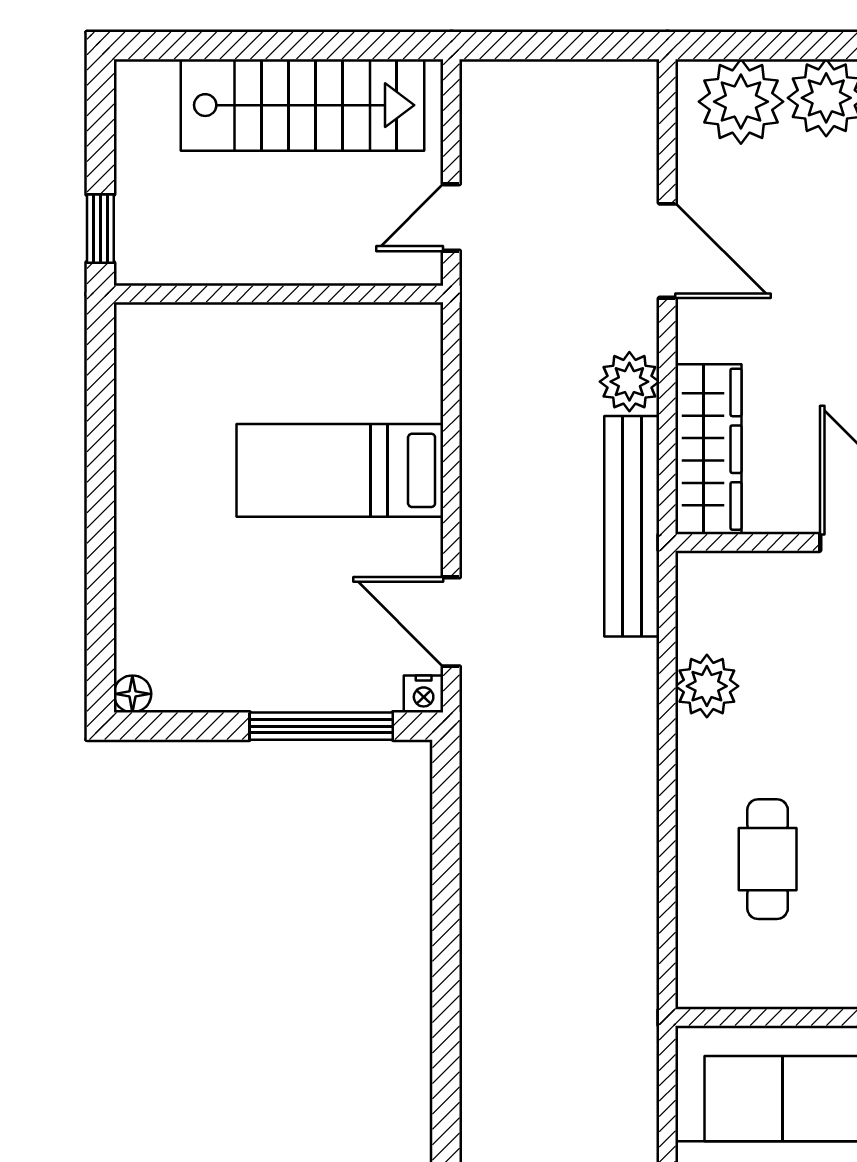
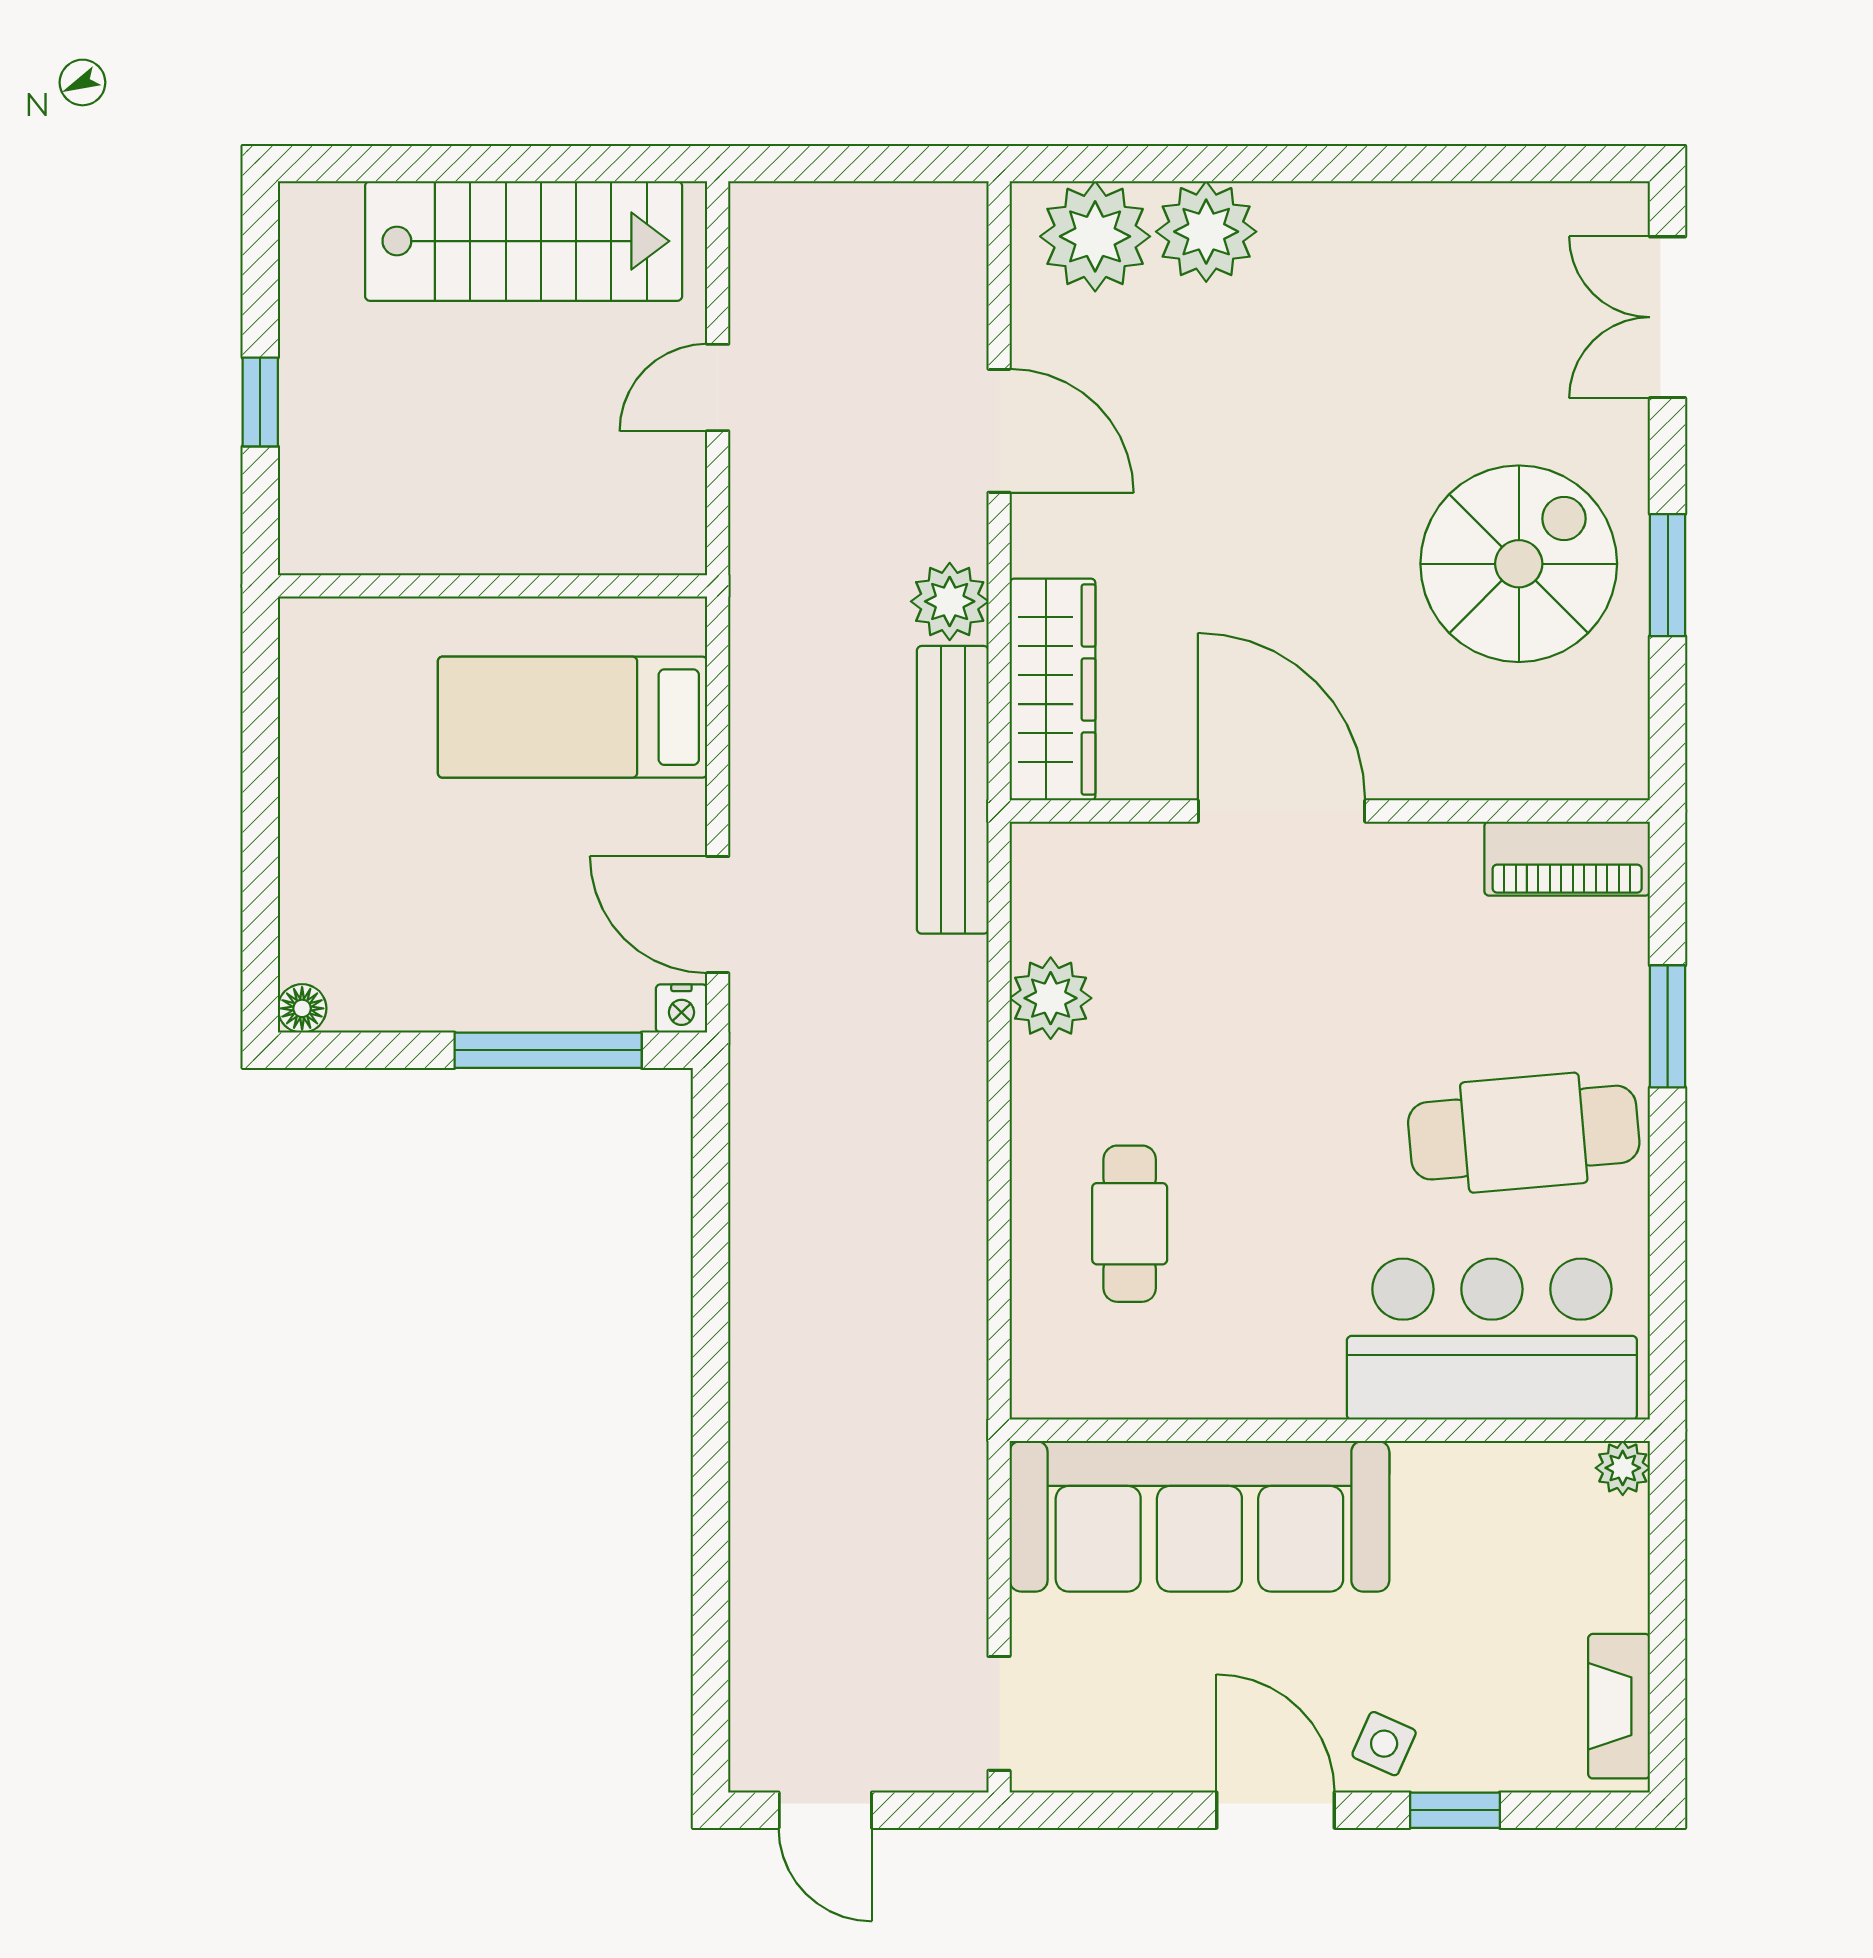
wall: (279, 294) -> (492, 586), moved

